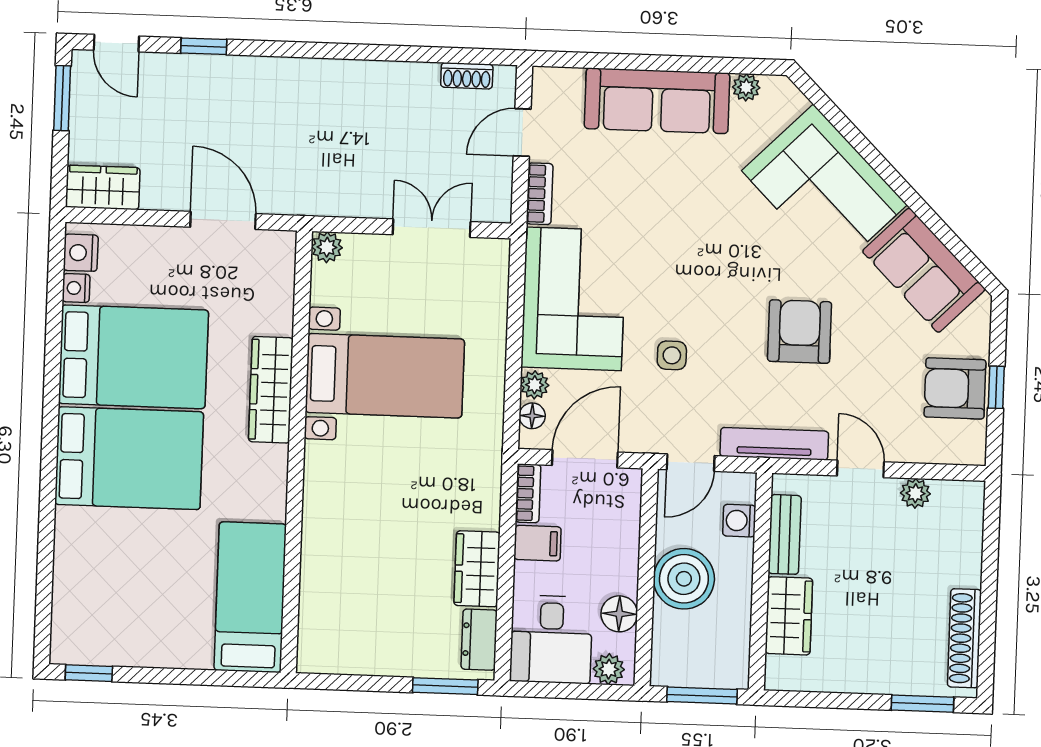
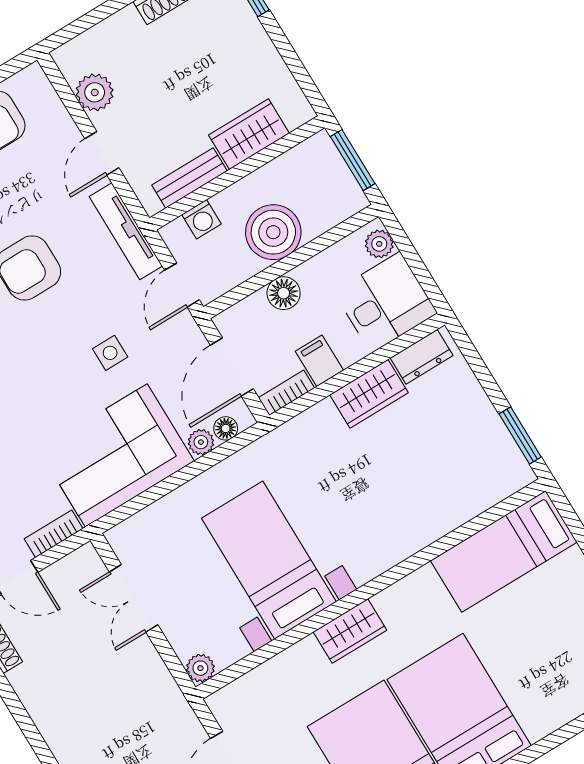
wardrobe: (271, 390) -> (350, 631), width x0.67
door: (585, 459) -> (232, 367), hinge flipped
door: (691, 463) -> (182, 285), swing flipped
plant: (915, 493) -> (95, 92), width x1.38, depth x1.38
floor lamp: (619, 614) -> (284, 293), moved
window: (445, 686) -> (520, 435), moved

